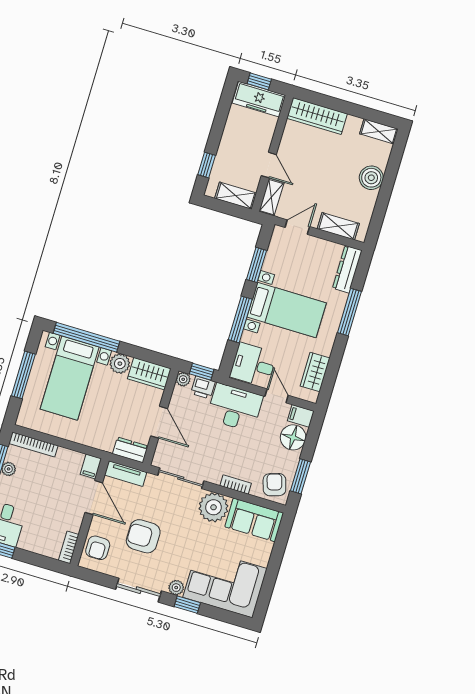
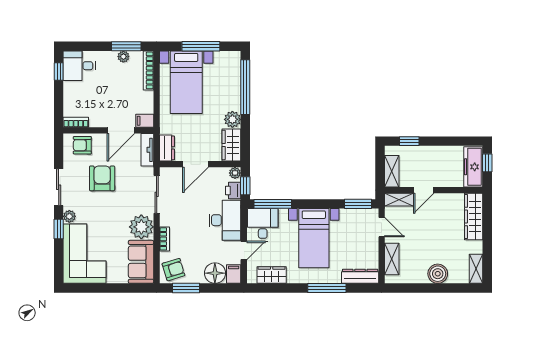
window: (257, 265) -> (358, 204), moved
window: (240, 319) -> (273, 204), moved
bed with nightstands: (70, 378) -> (186, 82), moved, turned -90

